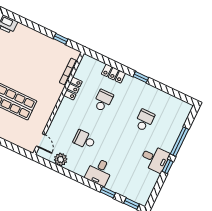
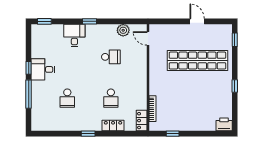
locker: (73, 88) -> (142, 121), moved
desk: (99, 172) -> (74, 35), moved
window: (108, 192) -> (89, 21), moved

